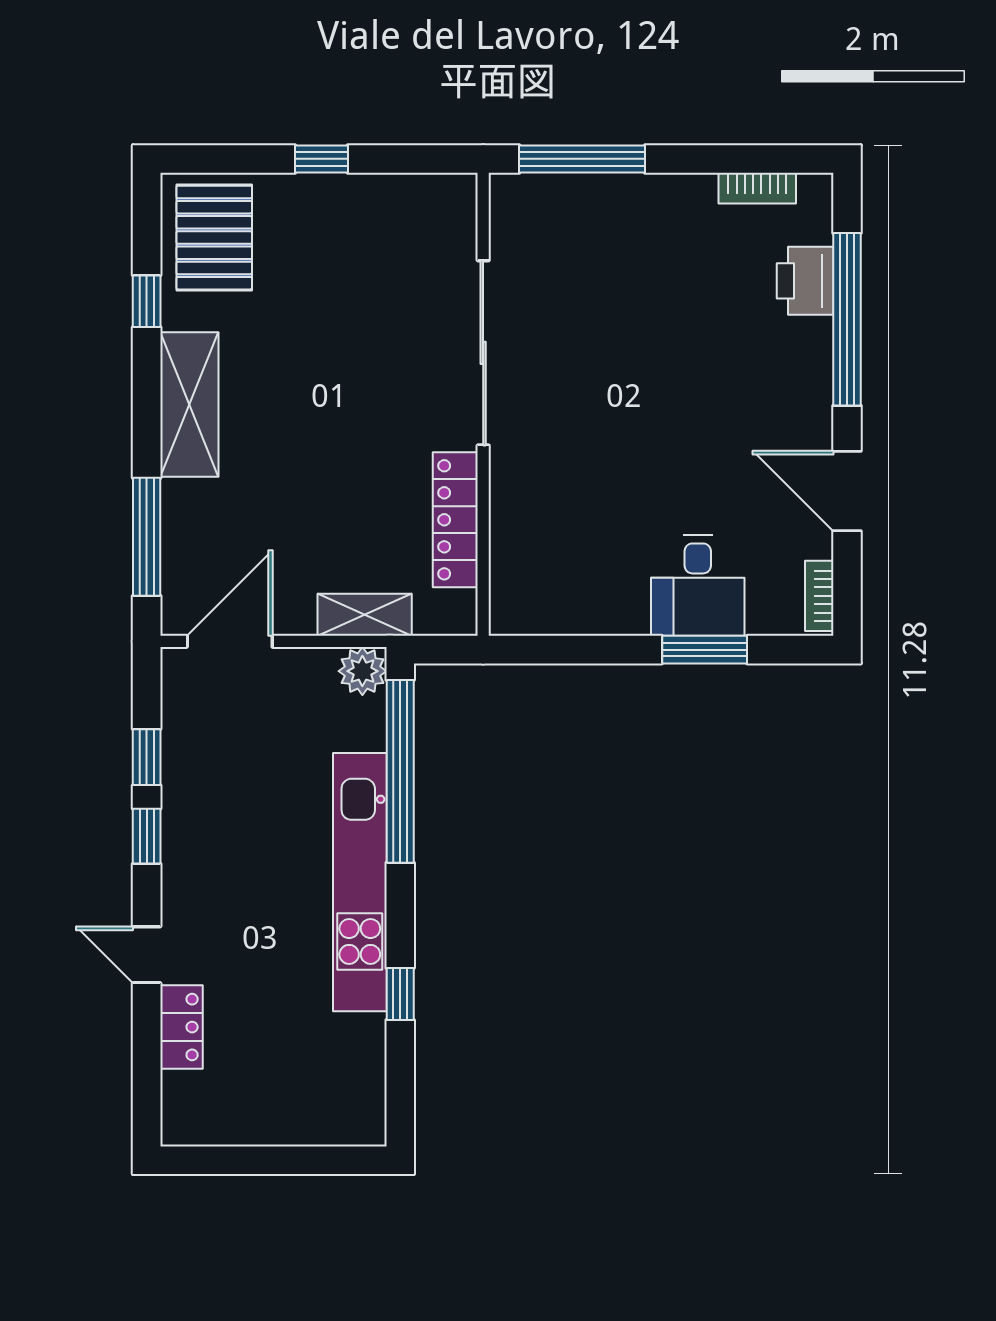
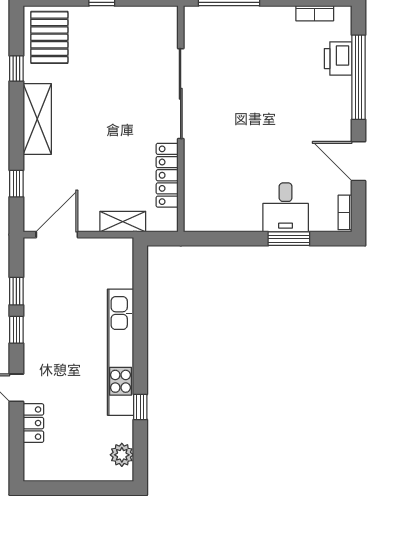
window: (147, 537) -> (16, 184), width x0.46
plant: (362, 671) -> (122, 455), moved
window: (400, 771) -> (140, 298), removed

